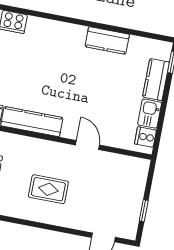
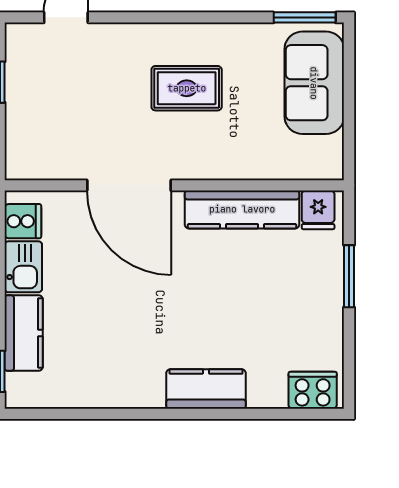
kitchen counter: (107, 40) -> (206, 389), moved
door: (87, 145) -> (129, 185), width x1.88

